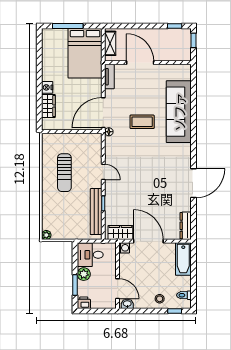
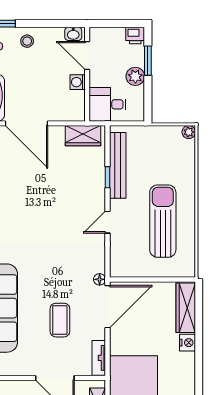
wardrobe: (48, 106) -> (186, 308), width x1.50
coffee table: (142, 122) -> (60, 320), moved, turned 90
door: (103, 172) -> (107, 222), hinge flipped
sun lounger: (64, 173) -> (163, 221), width x1.36, depth x1.34
door: (148, 241) -> (27, 123), moved
washing machine: (124, 248) -> (78, 82), moved
desk: (90, 255) -> (108, 104), moved, turned 180

